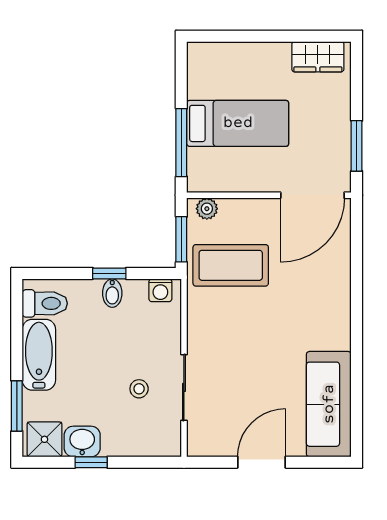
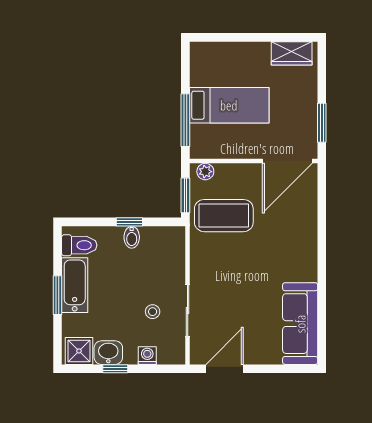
washing machine: (160, 290) -> (147, 356), moved, turned 180
window: (17, 406) -> (57, 295), moved
door: (262, 462) -> (225, 369), moved

